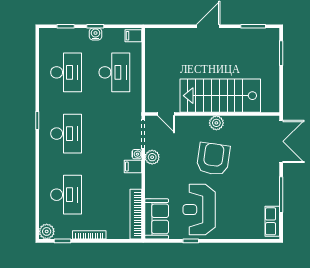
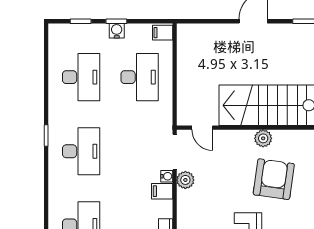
armchair: (213, 159) -> (274, 179), moved

